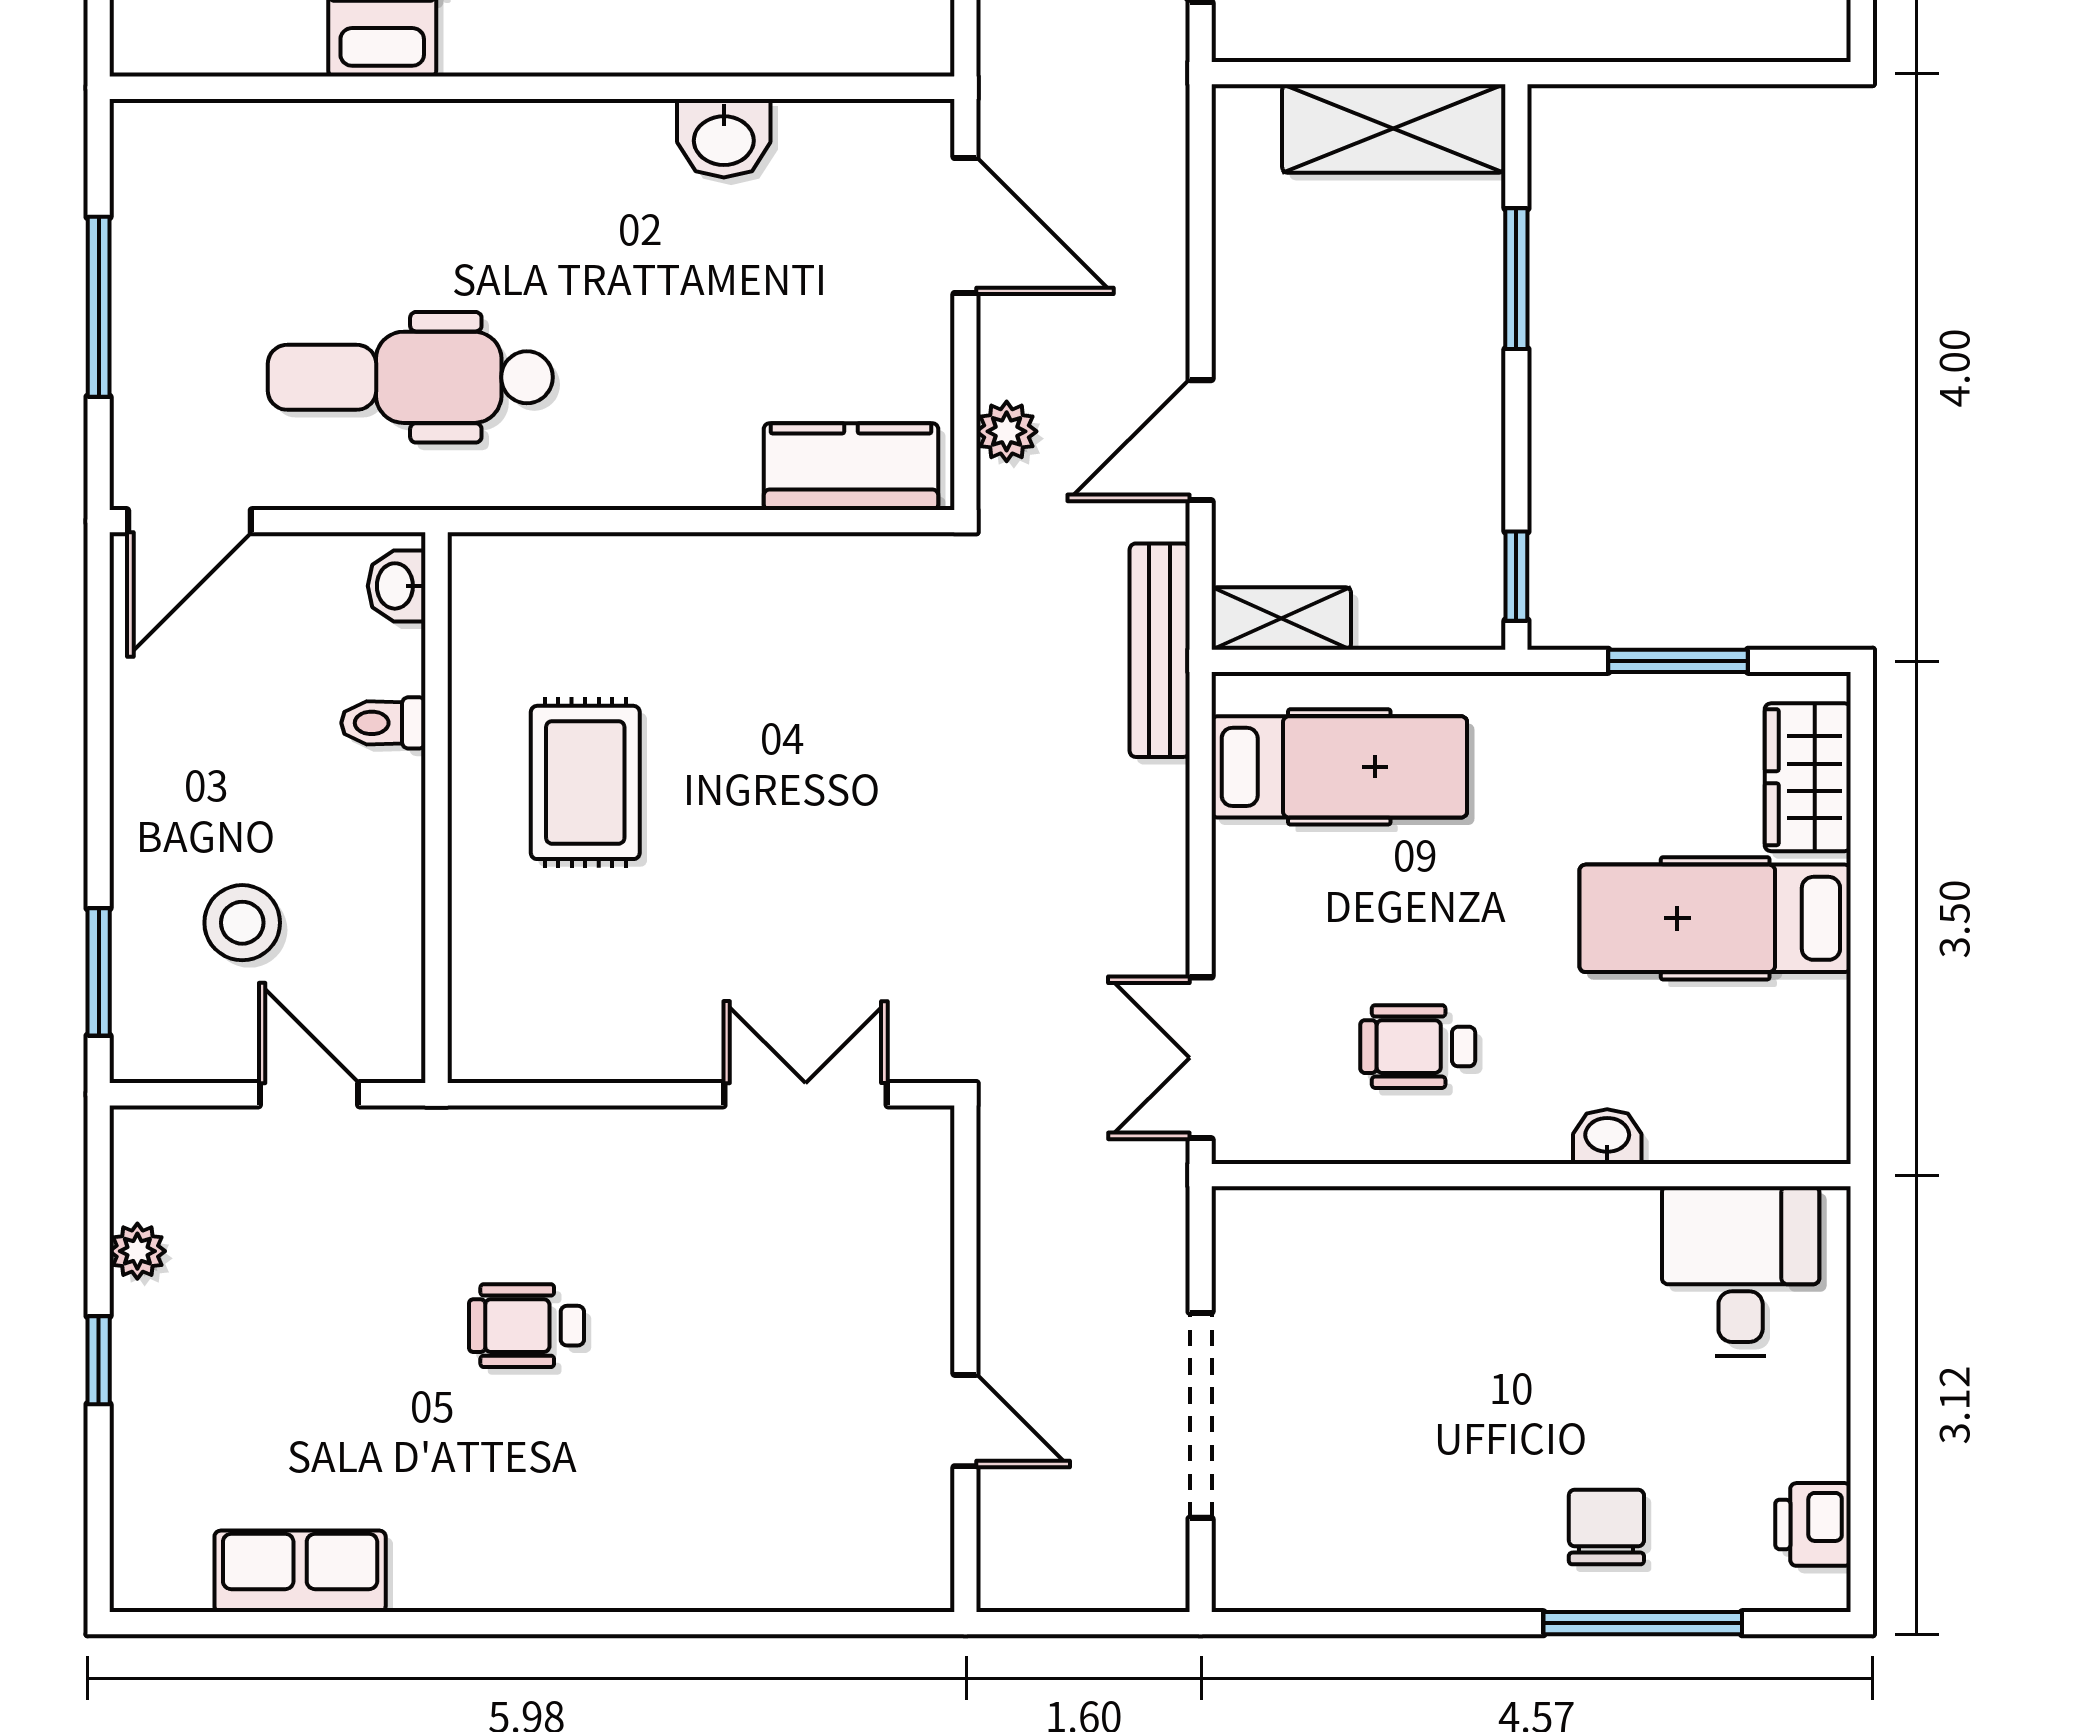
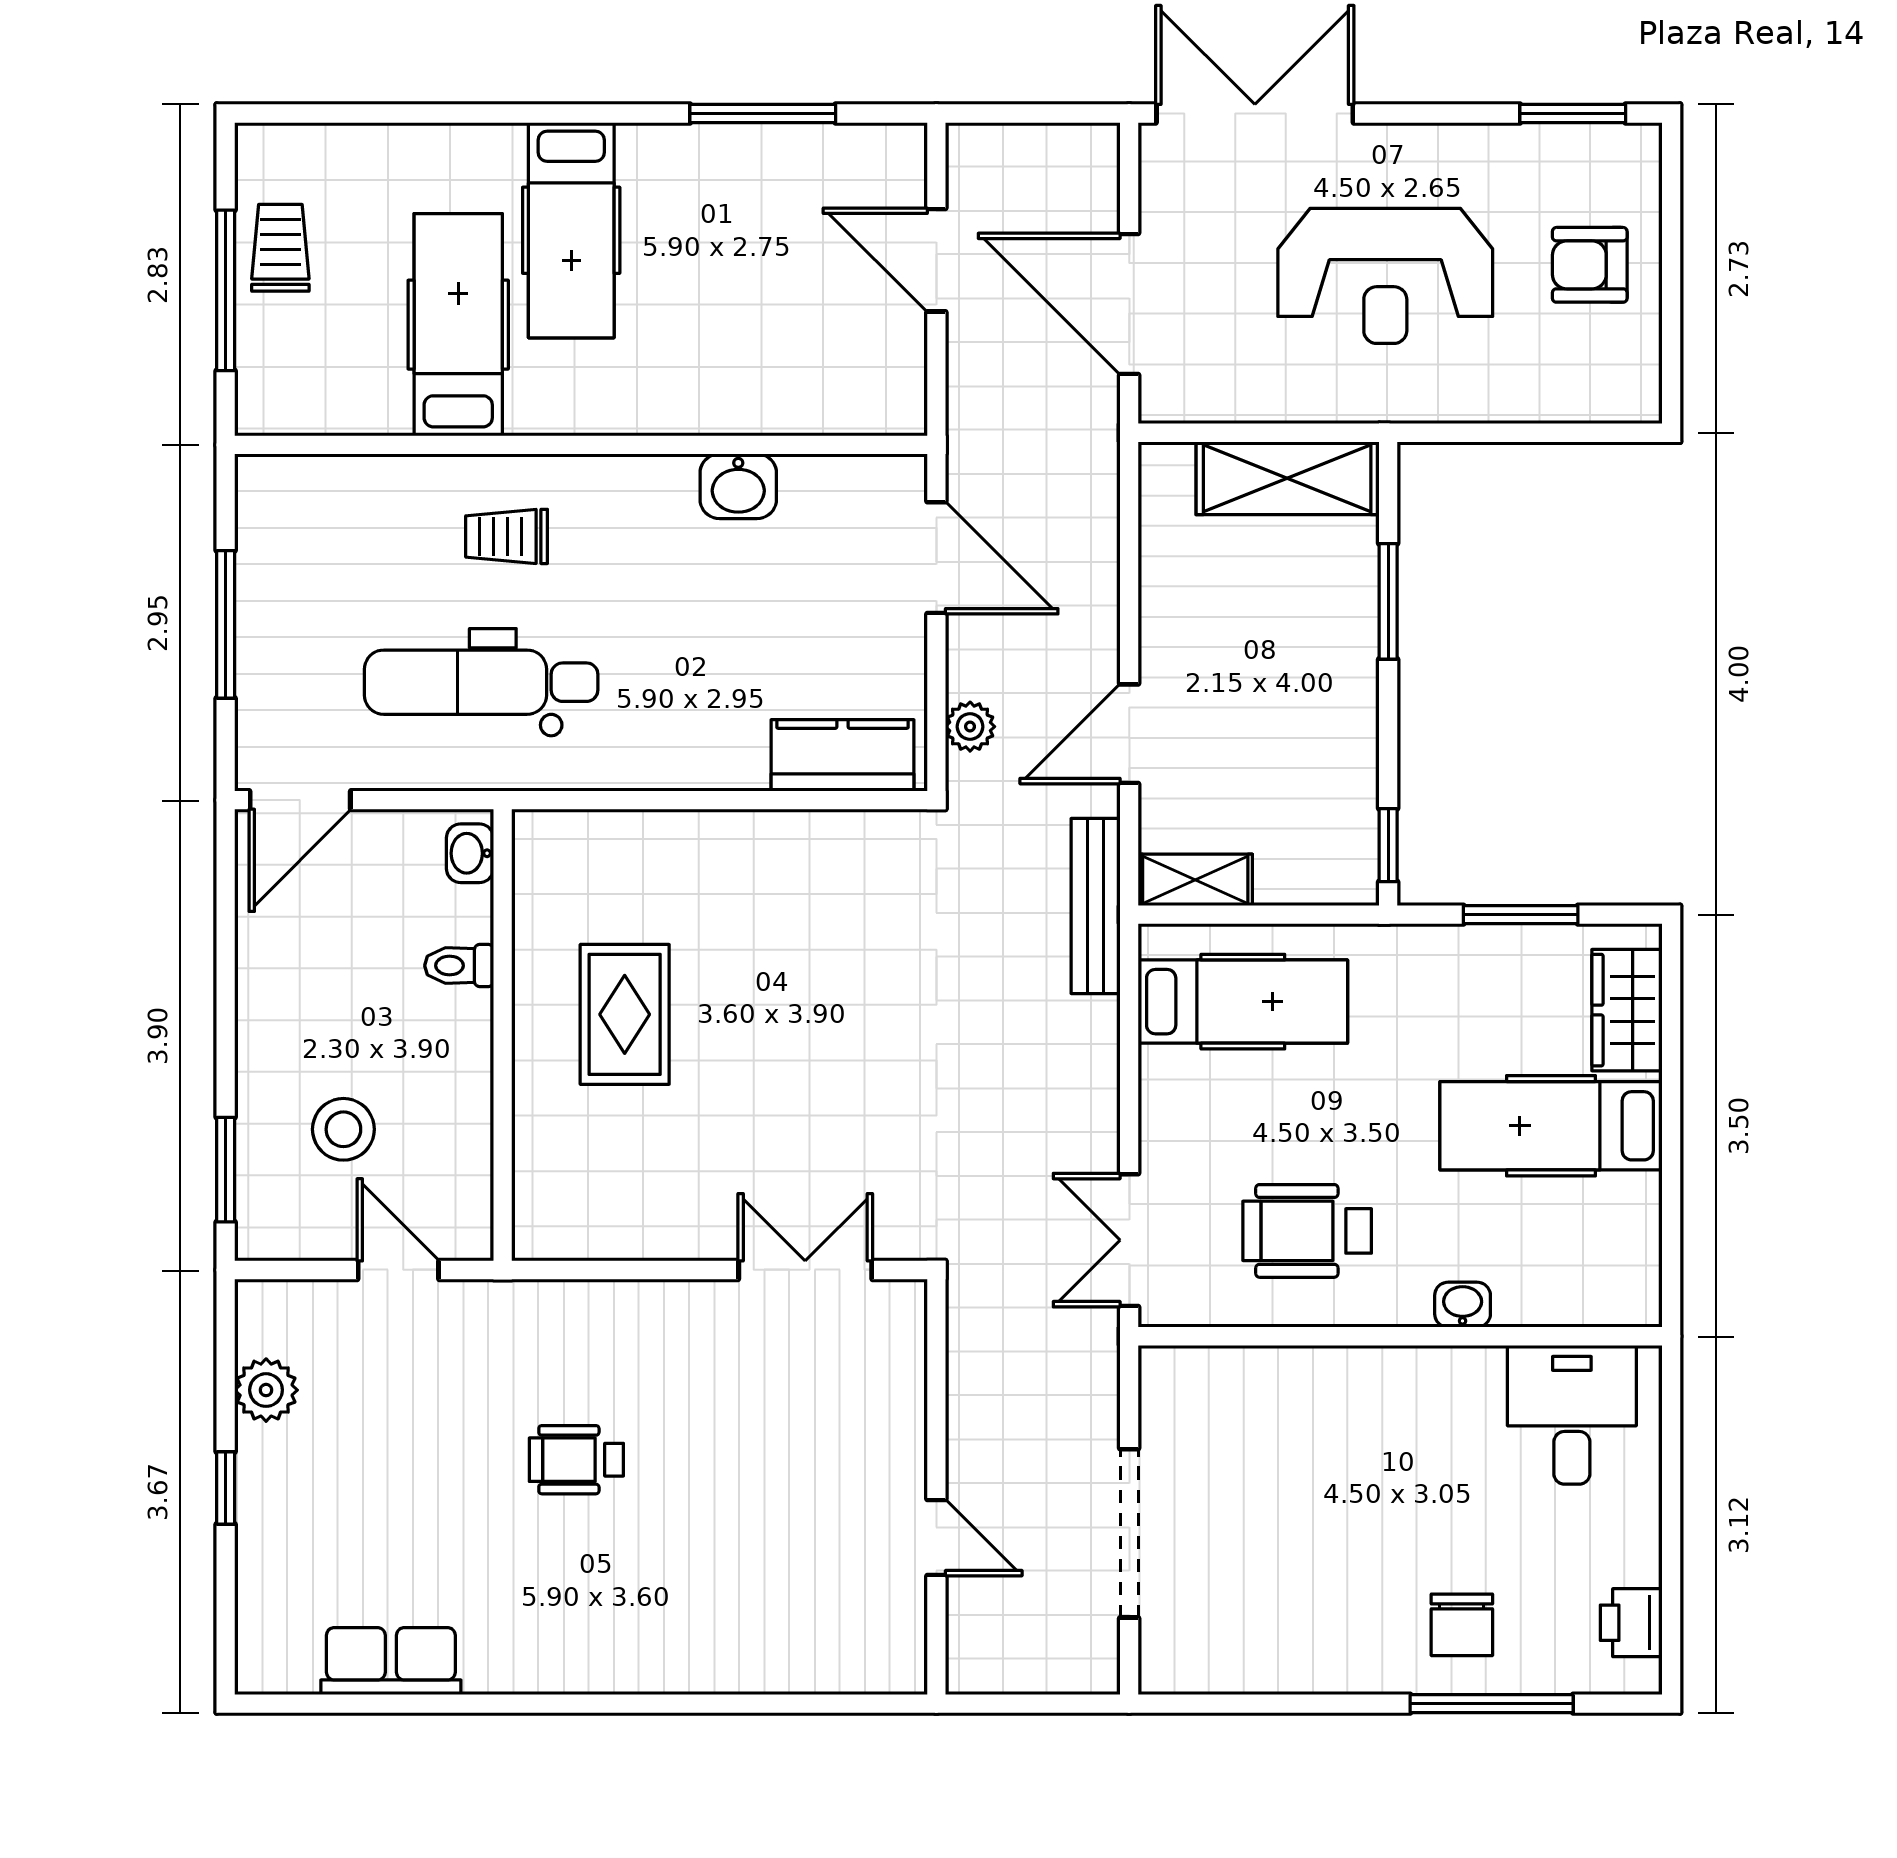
trolley: (441, 200) -> (507, 536), added
wheelchair: (1418, 1047) -> (1307, 1231), width x1.36, depth x1.37
plant: (137, 1251) -> (266, 1390), width x1.38, depth x1.38
chair: (1606, 1527) -> (1462, 1625), turned 180

